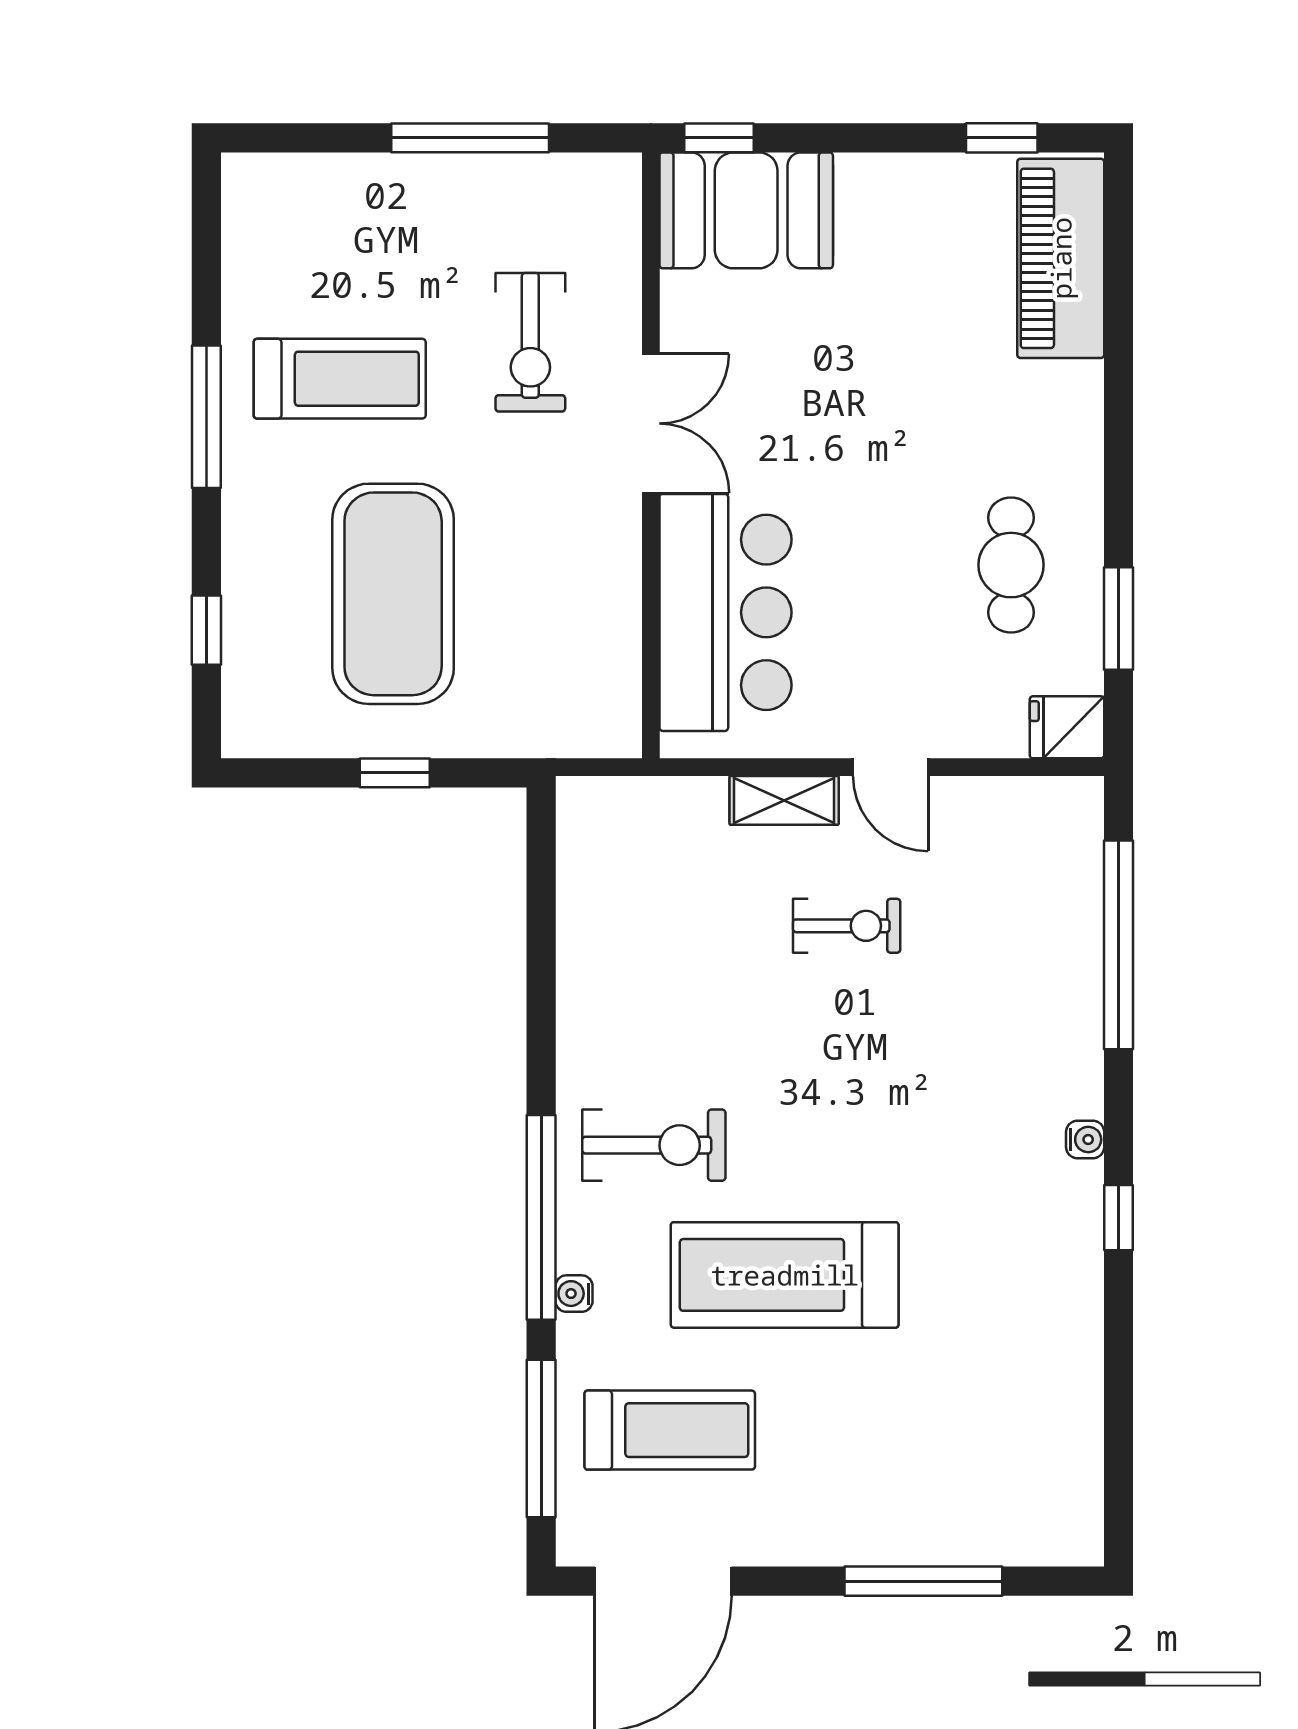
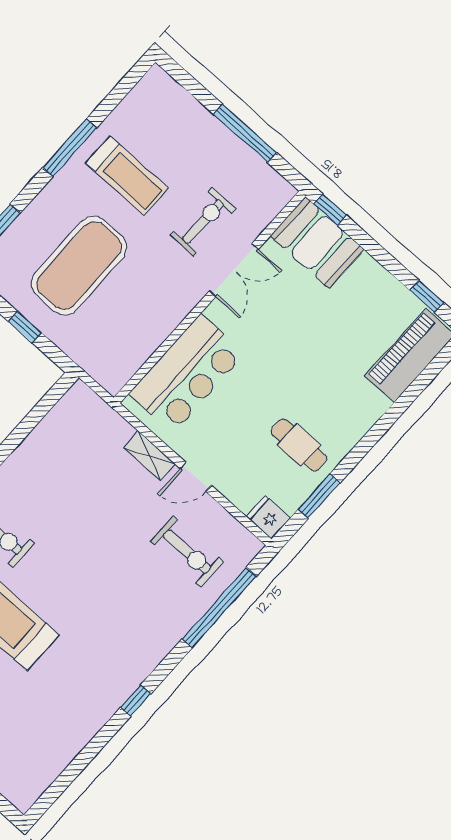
exercise bike: (530, 342) -> (203, 222), turned 180
double door: (651, 423) -> (234, 270), moved
cafe table: (1011, 565) -> (299, 445), turned 90
door: (891, 767) -> (196, 477), hinge flipped
exercise bike: (847, 926) -> (187, 552), moved, width x1.38, depth x1.39
water cooler: (1085, 1139) -> (148, 664), removed

